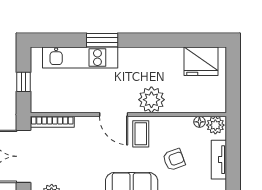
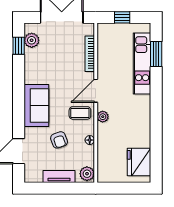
window: (102, 40) -> (156, 54), moved
plant: (151, 100) -> (103, 117), width x0.53, depth x0.53
bookcase: (52, 122) -> (90, 54), moved
floor lamp: (199, 122) -> (90, 140), moved

